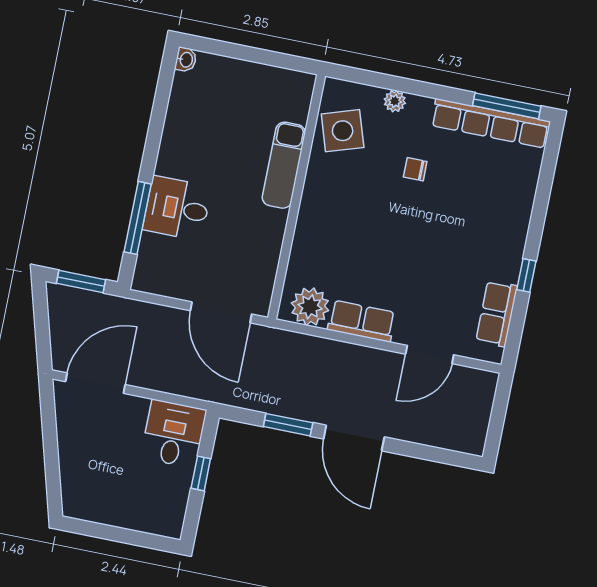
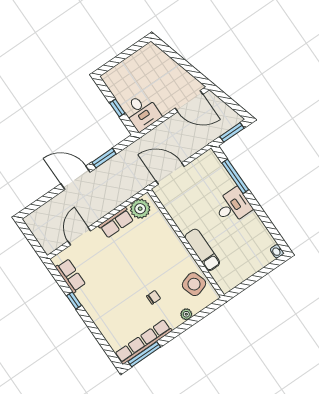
desk: (177, 208) -> (233, 206), moved
door: (95, 383) -> (189, 101), hinge flipped

